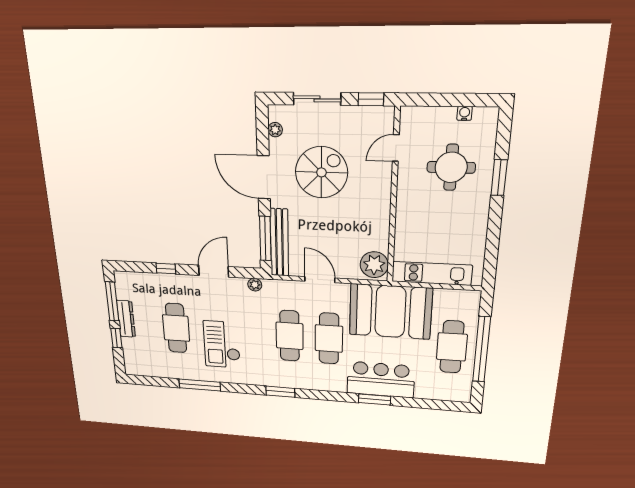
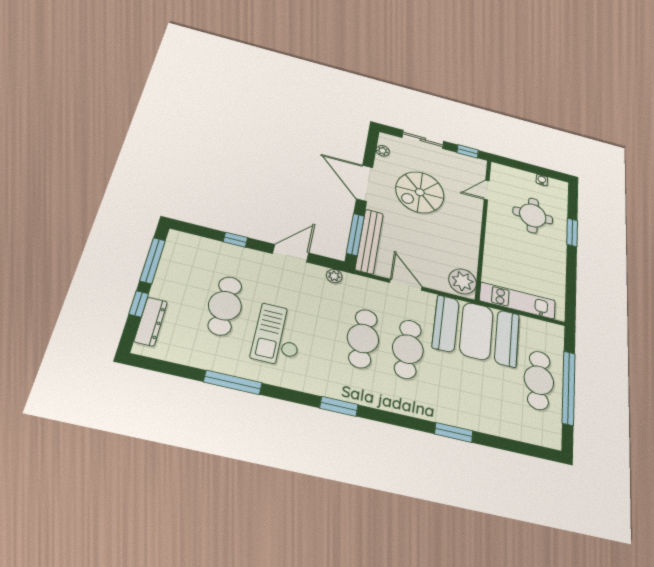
spiral stairs: (321, 172) -> (420, 192), turned 180
dresser: (126, 319) -> (151, 322), moved
bar counter: (381, 380) -> (462, 408), removed

